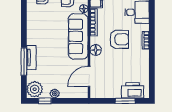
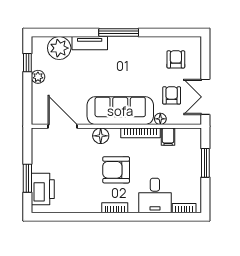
armchair: (119, 39) -> (116, 170), turned 90
window: (24, 62) -> (119, 33), moved
plant: (35, 89) -> (59, 48), moved

